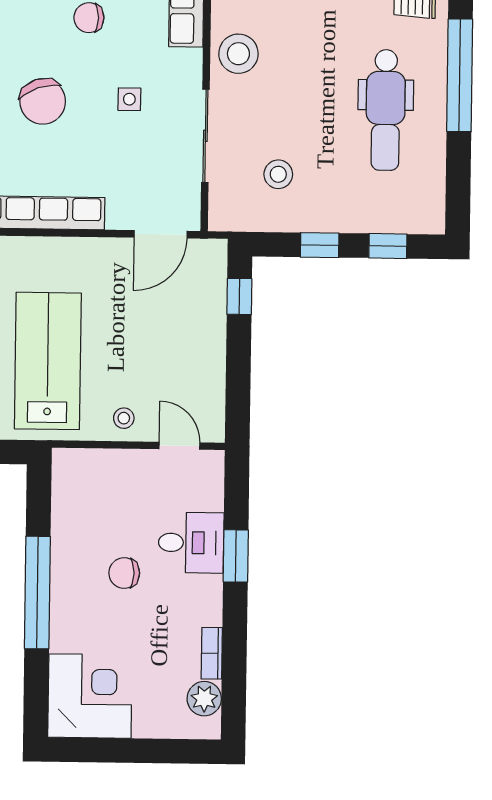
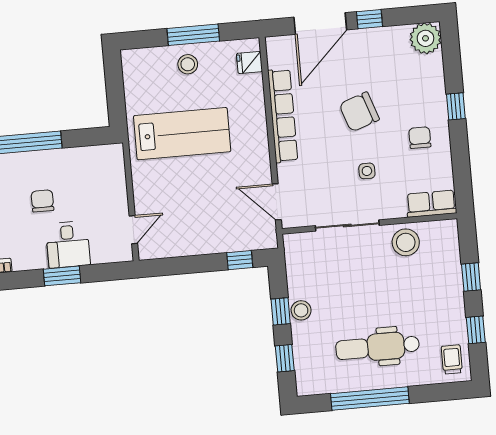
window: (460, 75) -> (370, 399), moved
stool: (278, 174) -> (301, 310), moved
stool: (124, 418) -> (148, 190), removed

